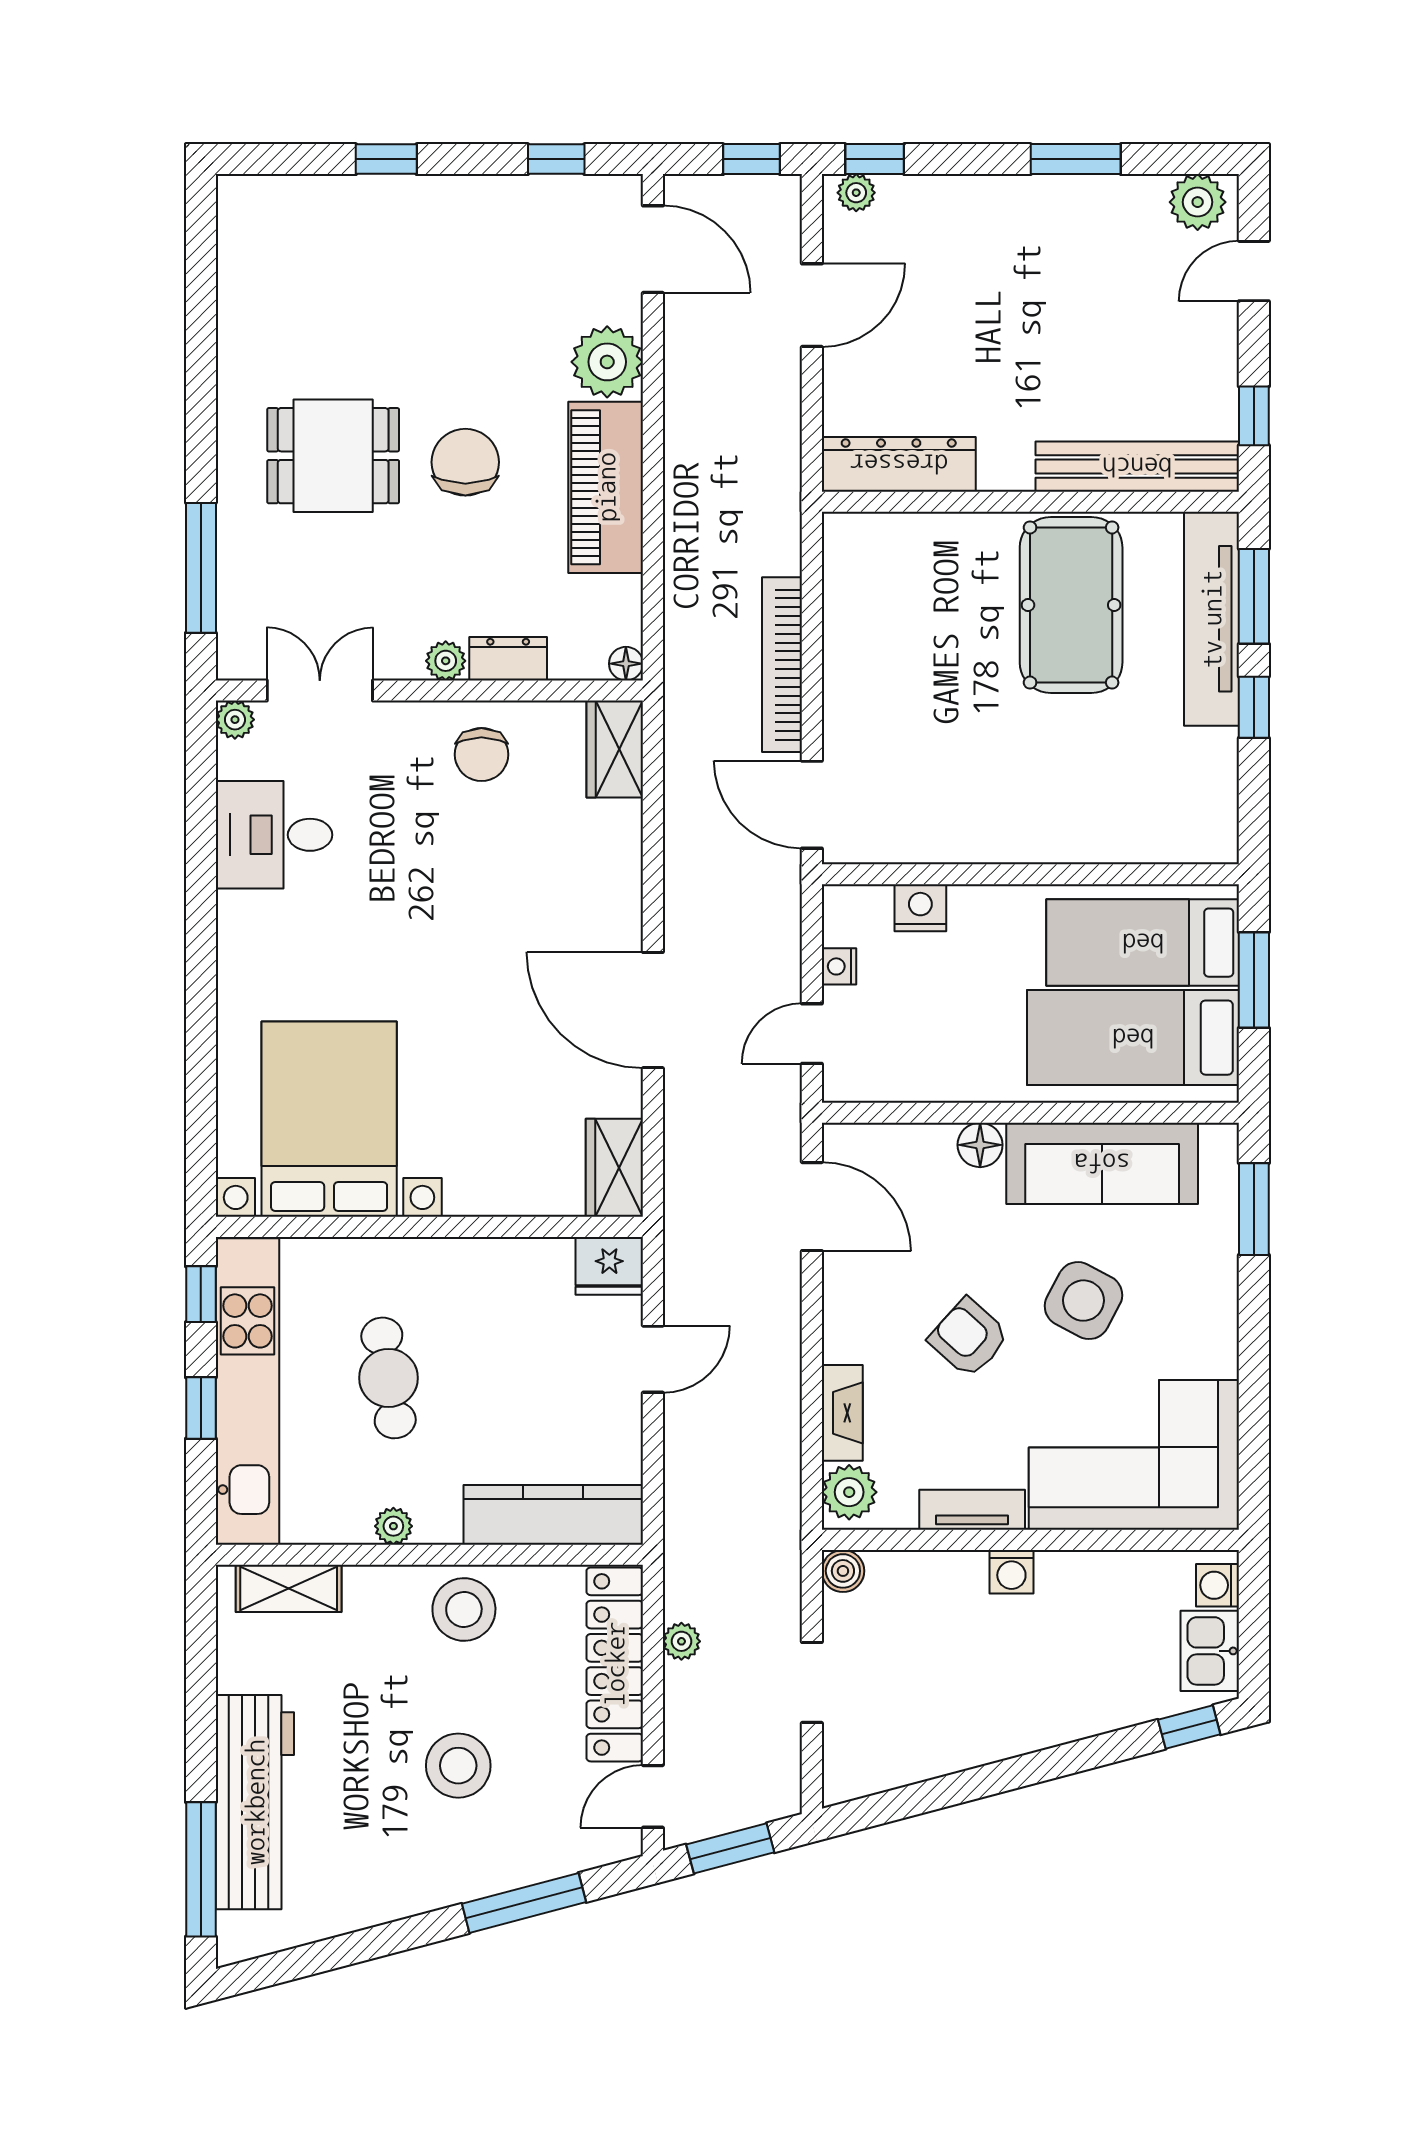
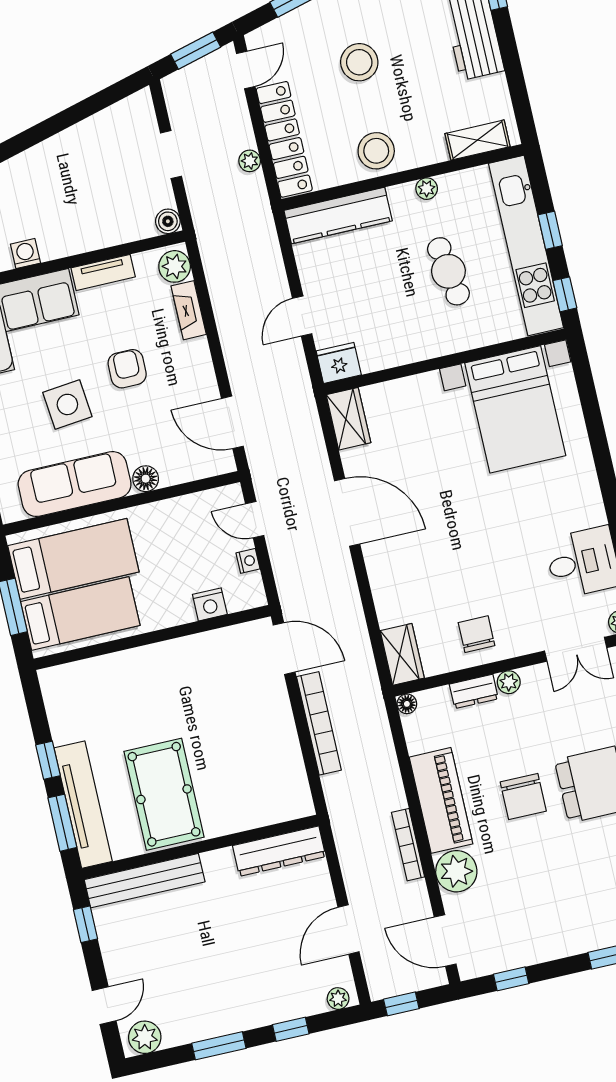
window: (875, 159) -> (291, 1029), moved
bookcase: (678, 425) -> (408, 845), added
door: (812, 1034) -> (255, 520), swing flipped
side table: (1083, 1301) -> (67, 404), turned -34
armchair: (969, 1338) -> (127, 369), turned -132
washing machine: (1011, 1572) -> (25, 254), moved

